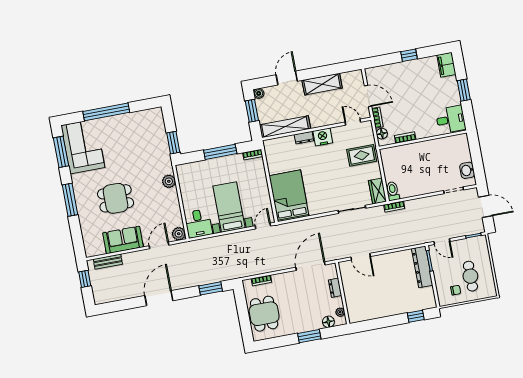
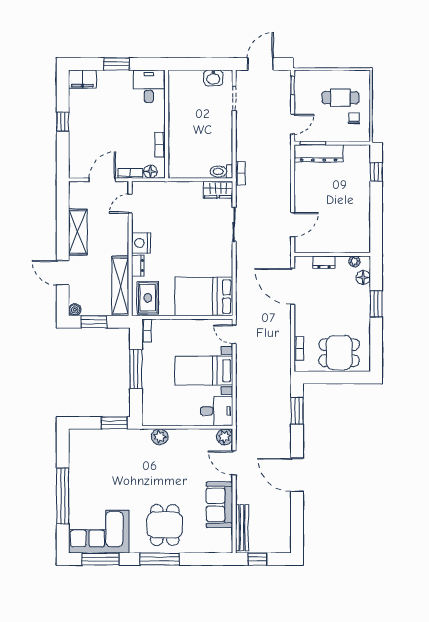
rug: (362, 155) -> (148, 298), moved
dining table: (116, 198) -> (165, 525), moved
bench: (108, 262) -> (242, 528), width x1.36

